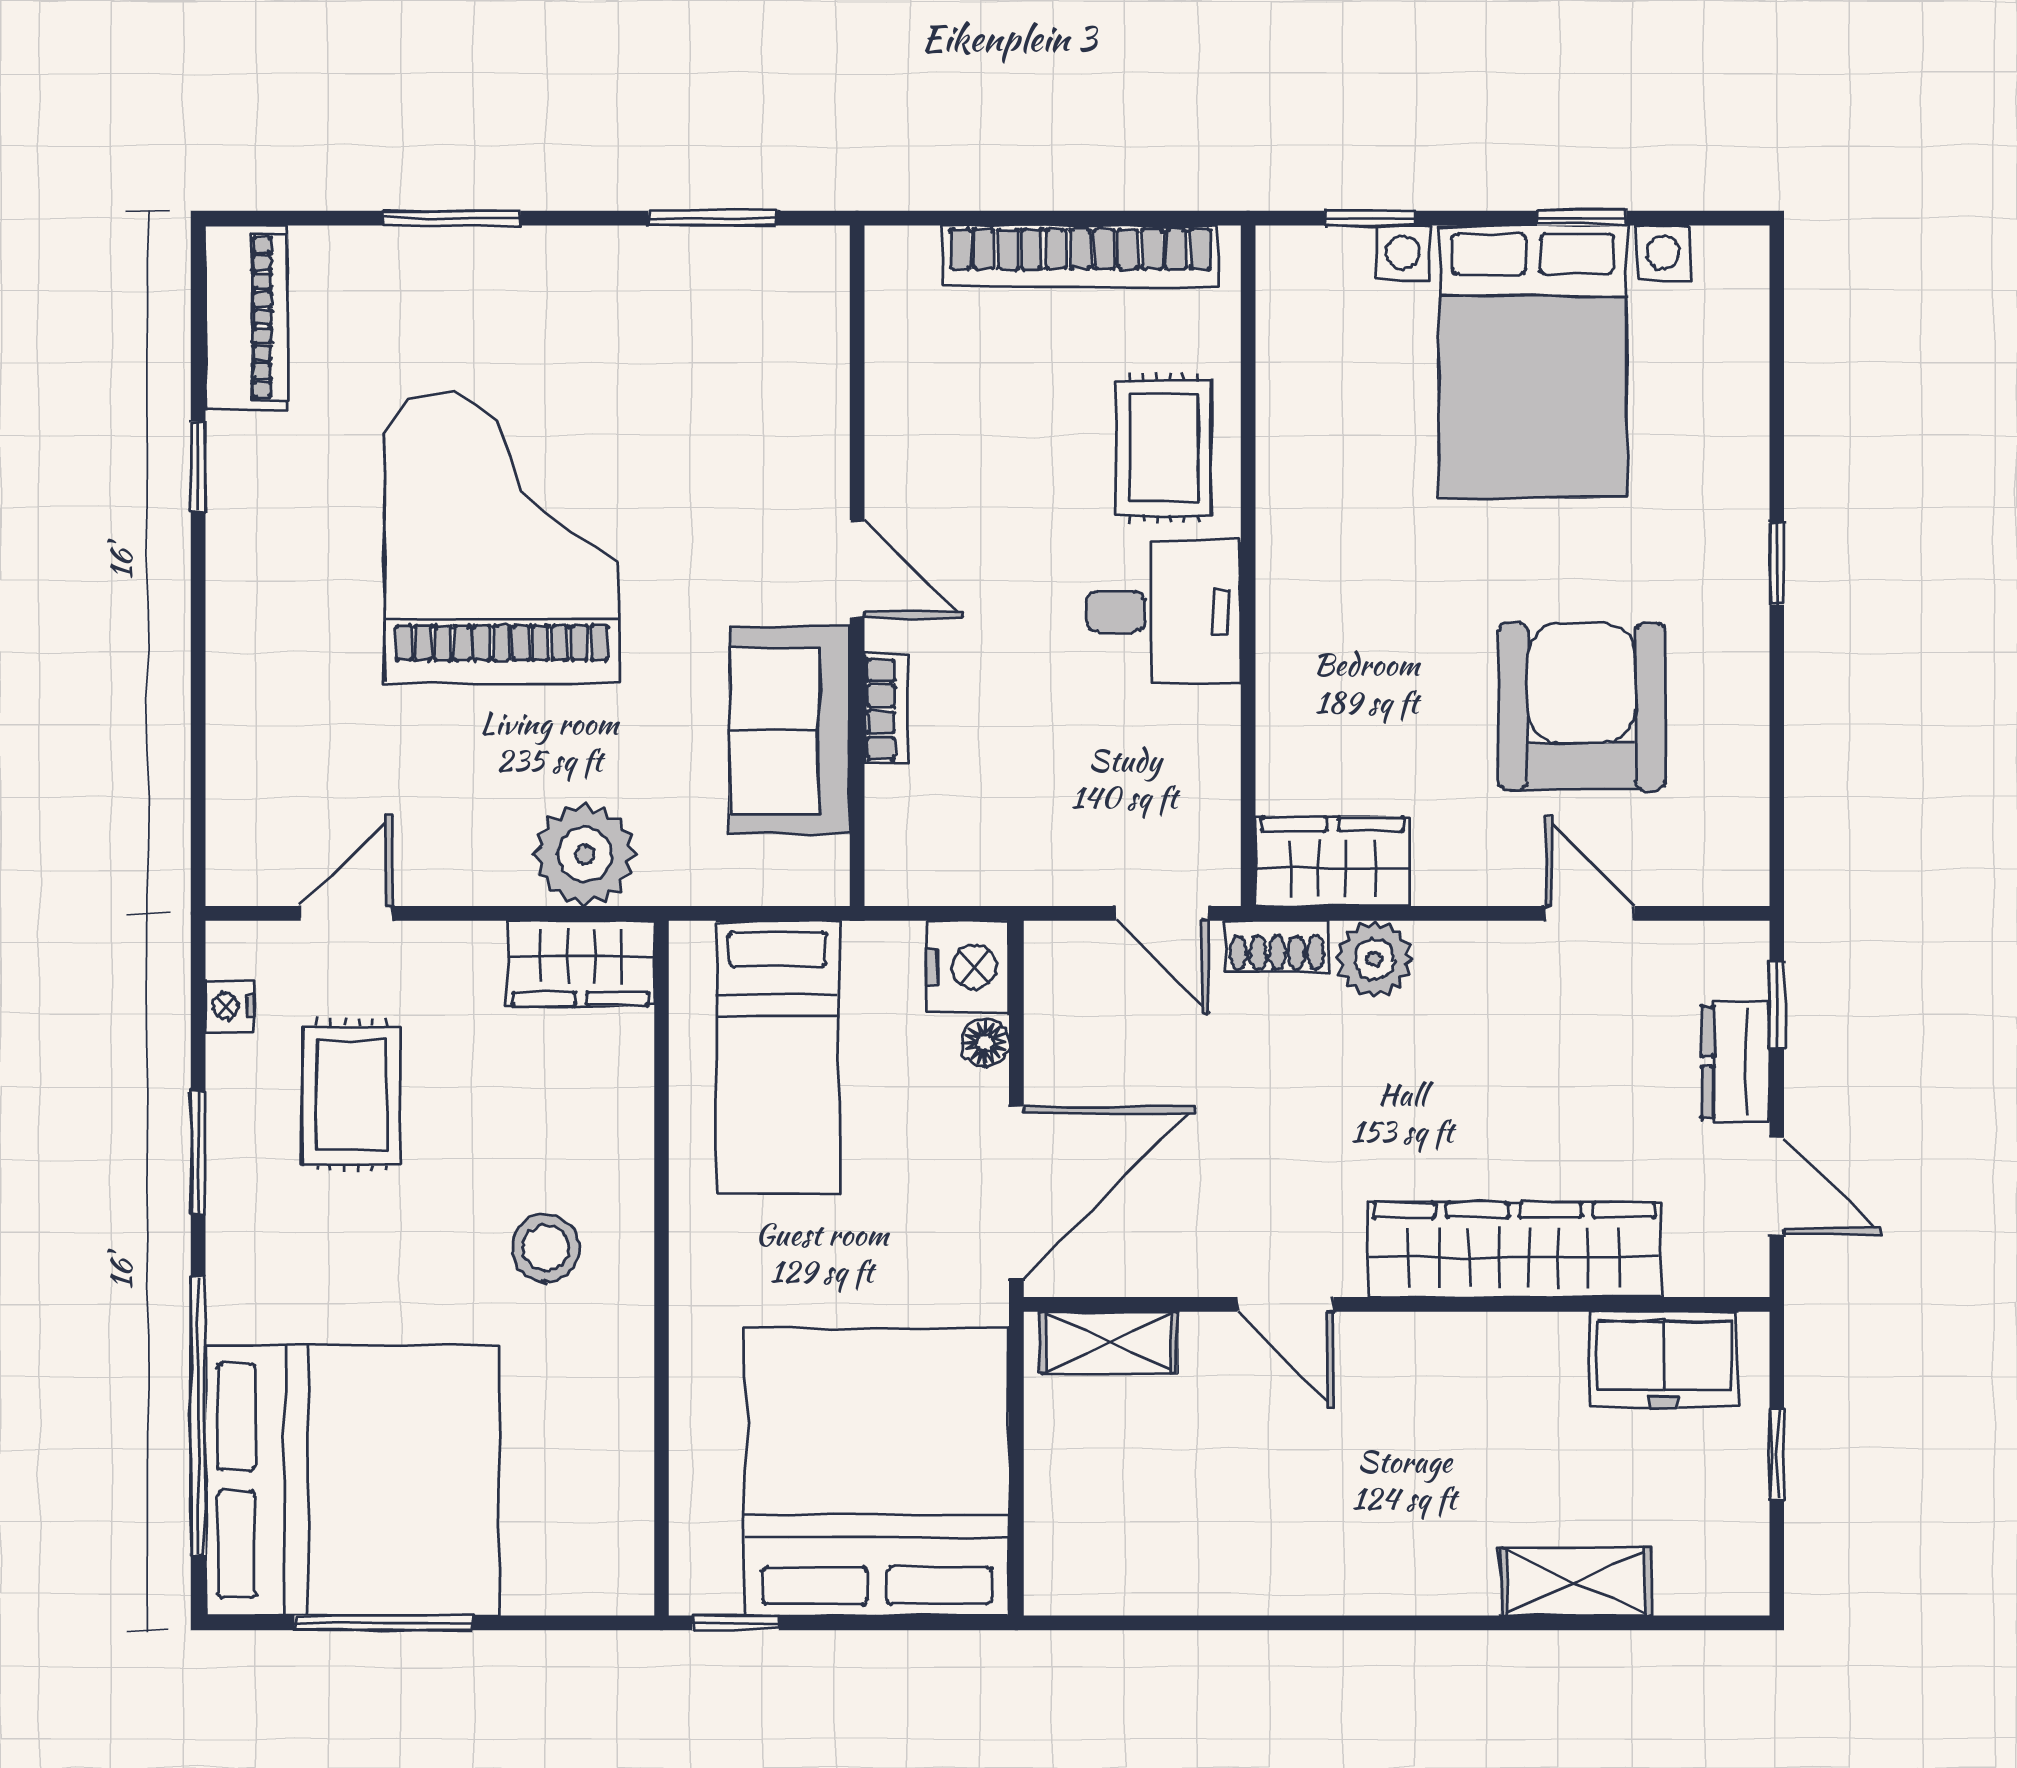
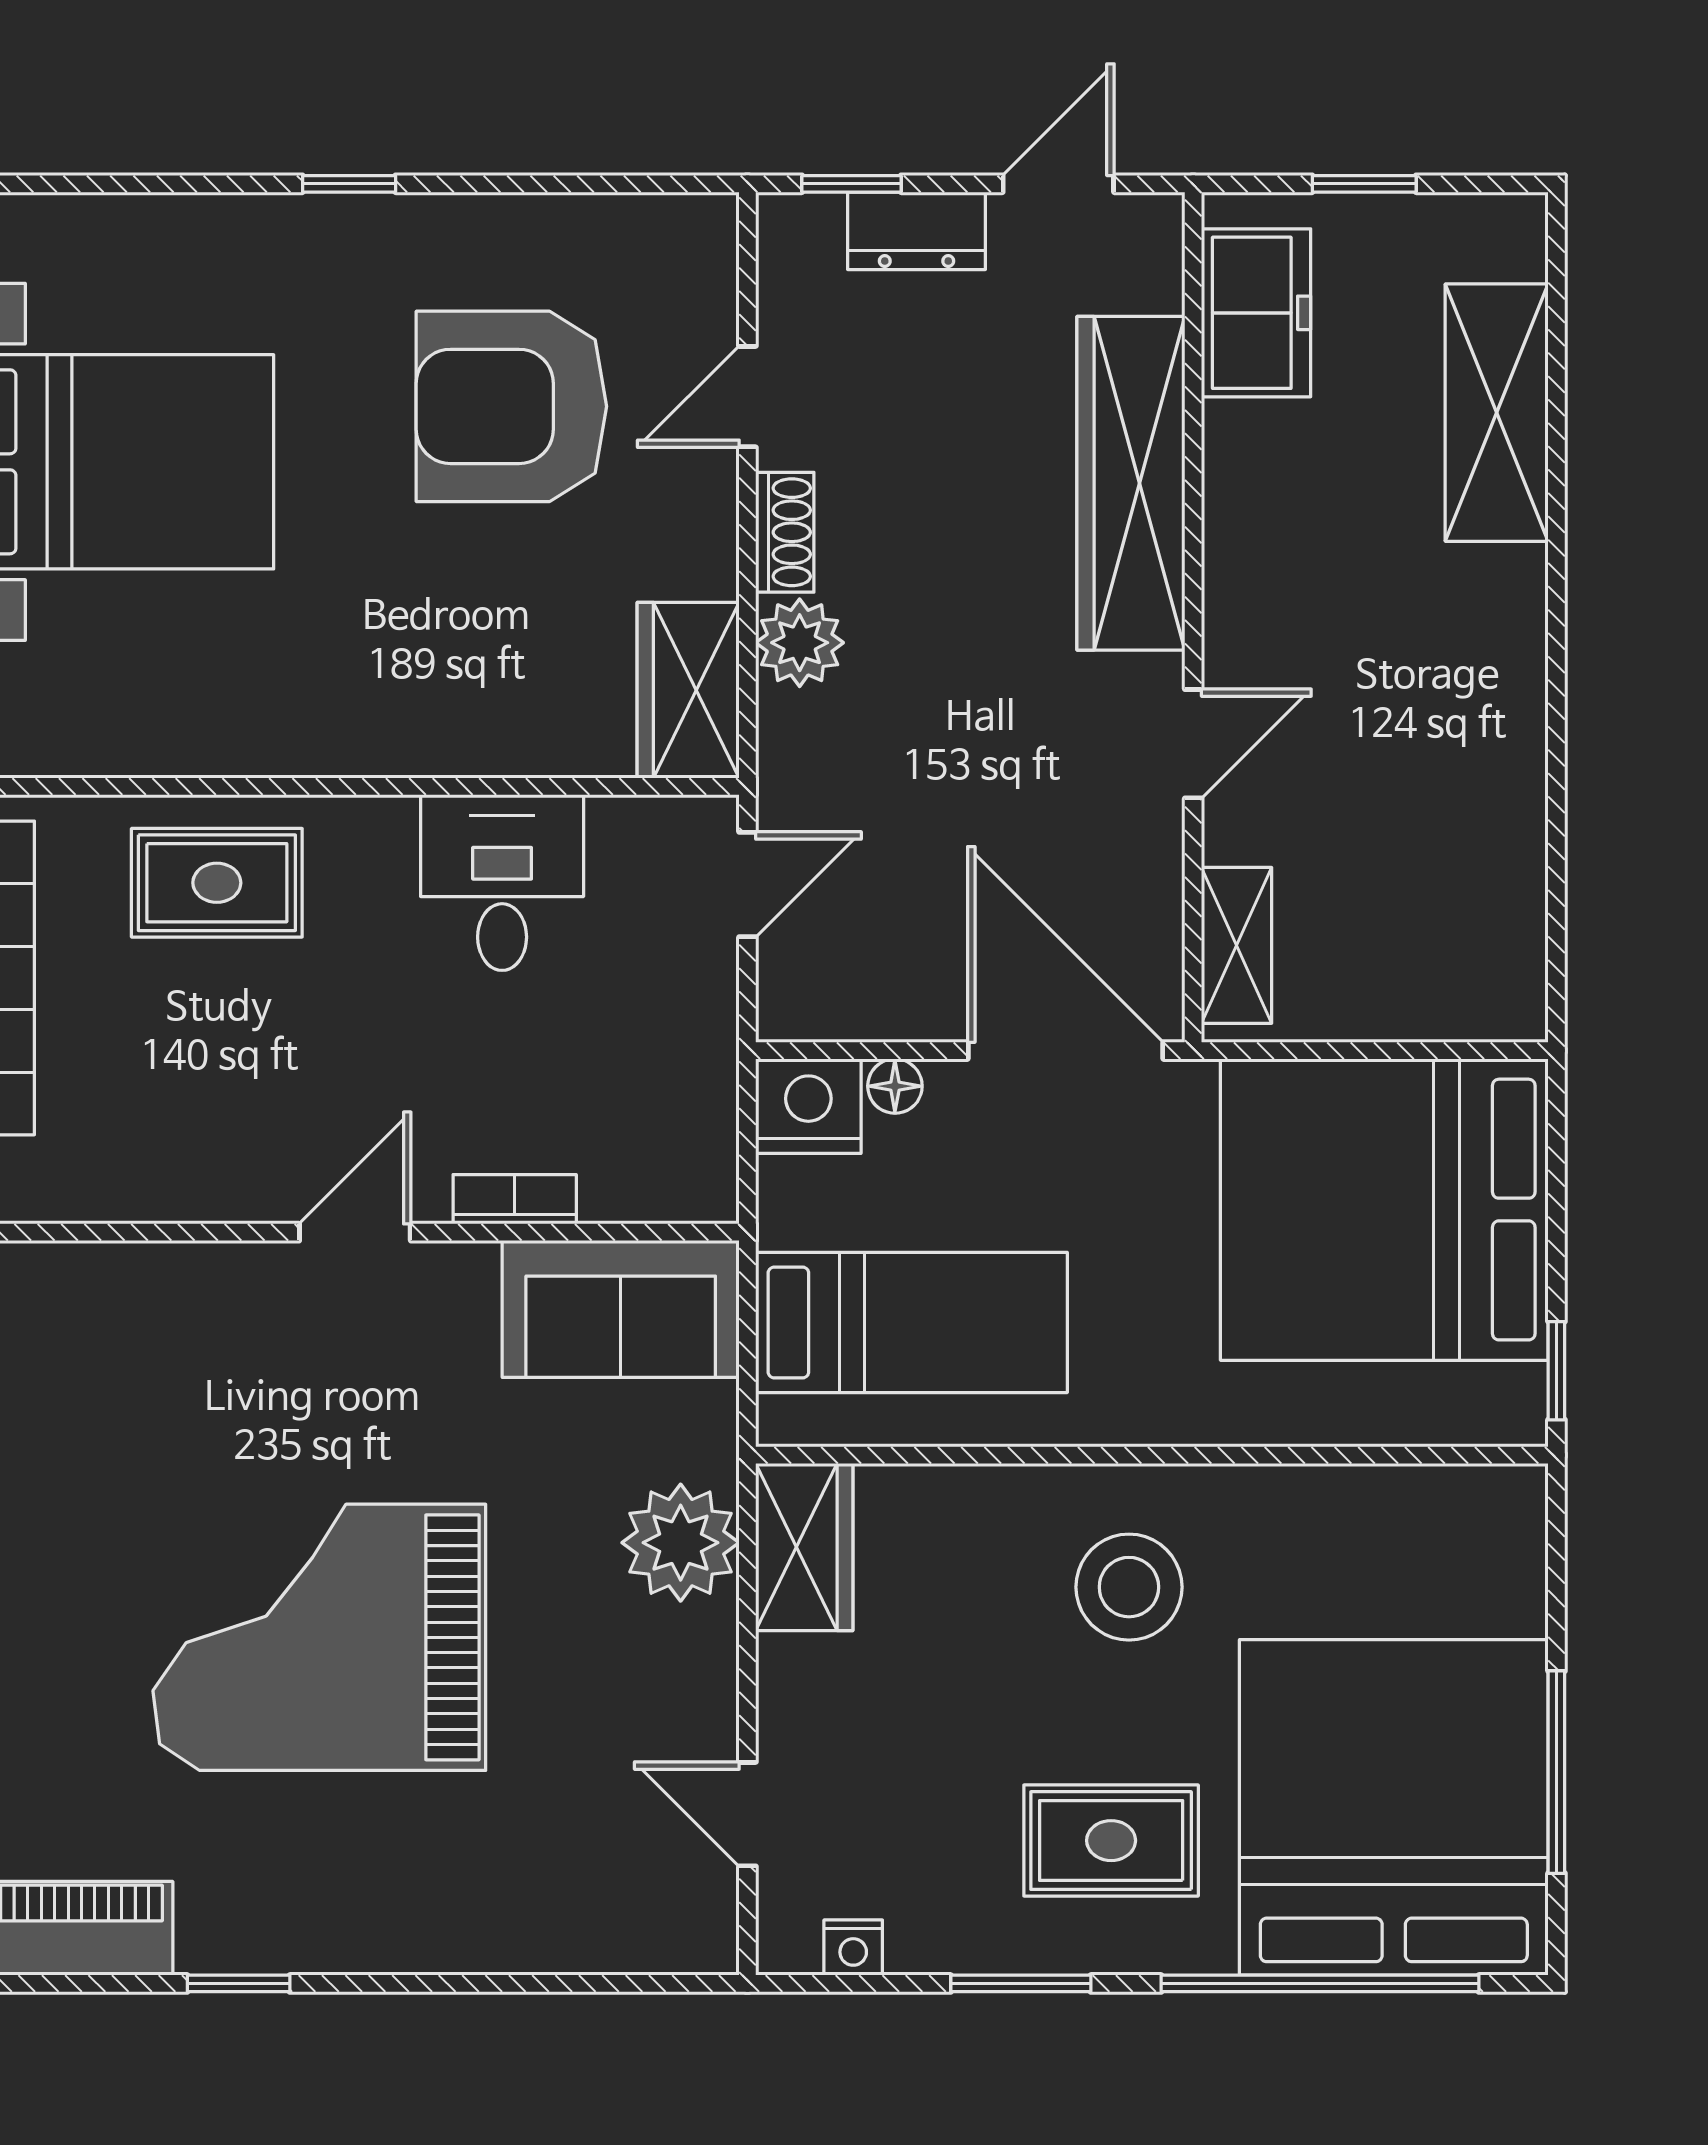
desk: (1164, 612) -> (502, 883), moved
sofa: (790, 730) -> (621, 1309), moved
shoe rack: (1277, 946) -> (785, 532), moved
rug: (352, 1095) -> (1111, 1841), moved
stool: (546, 1248) -> (1129, 1587), width x1.38, depth x1.38
shelving: (1576, 1582) -> (1497, 413), width x1.50, depth x1.33

